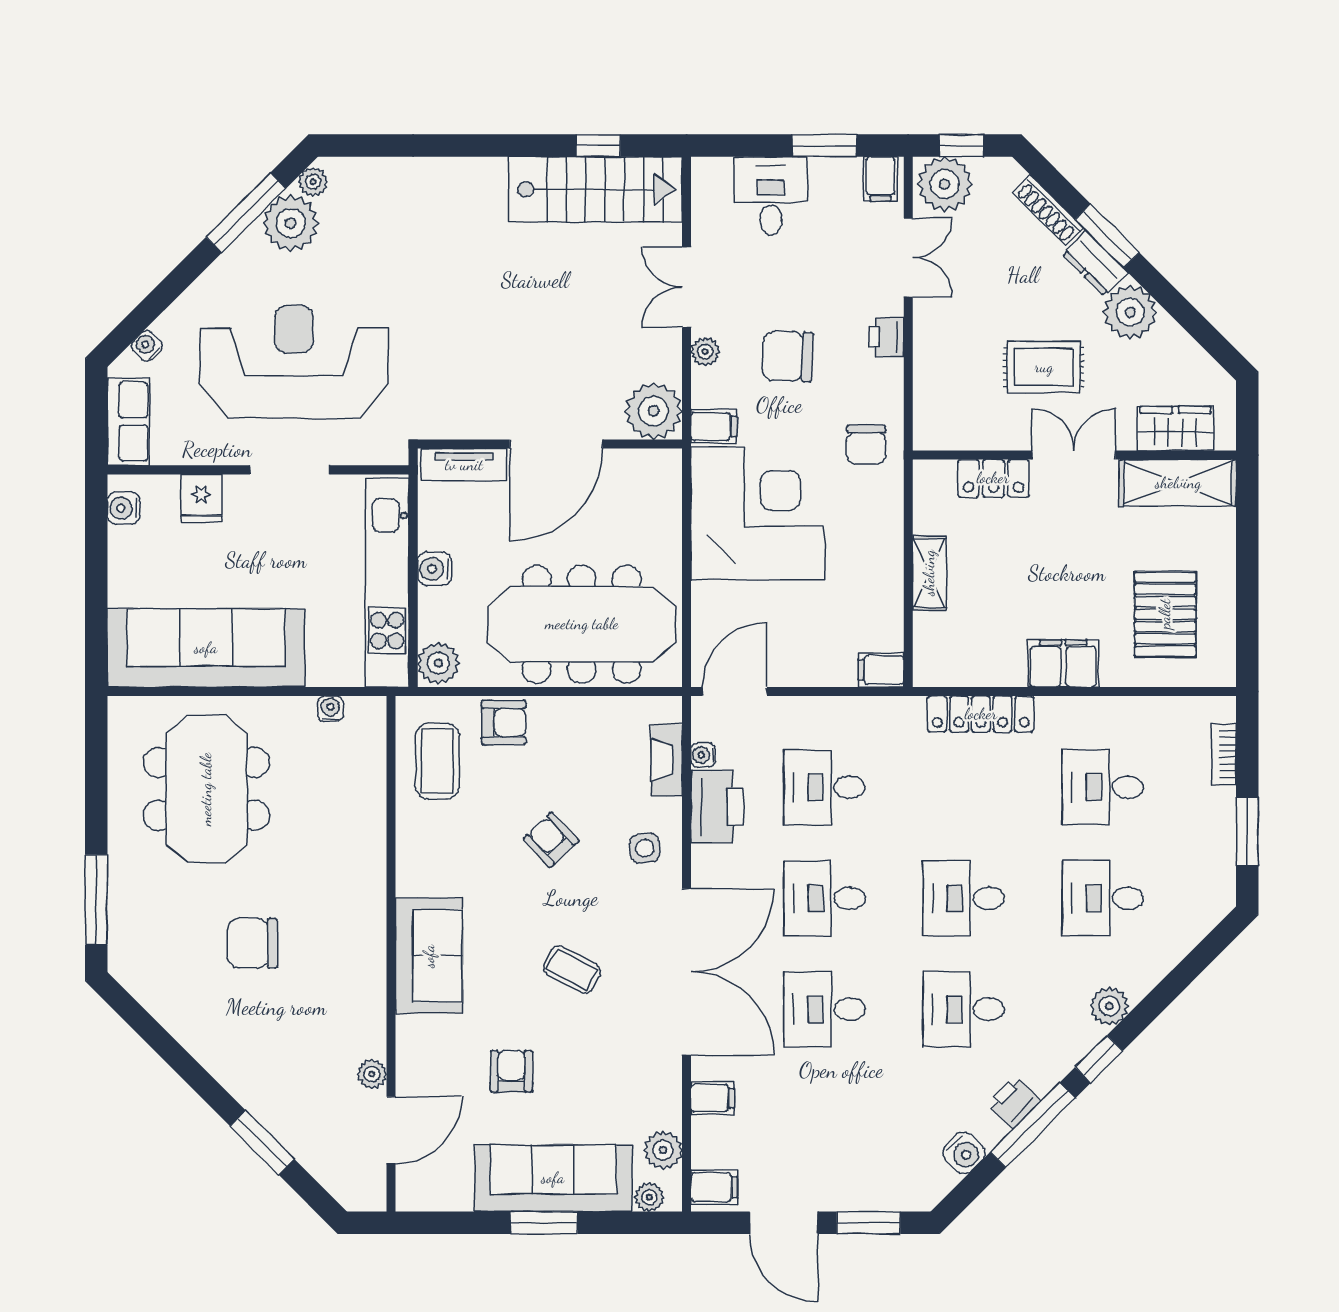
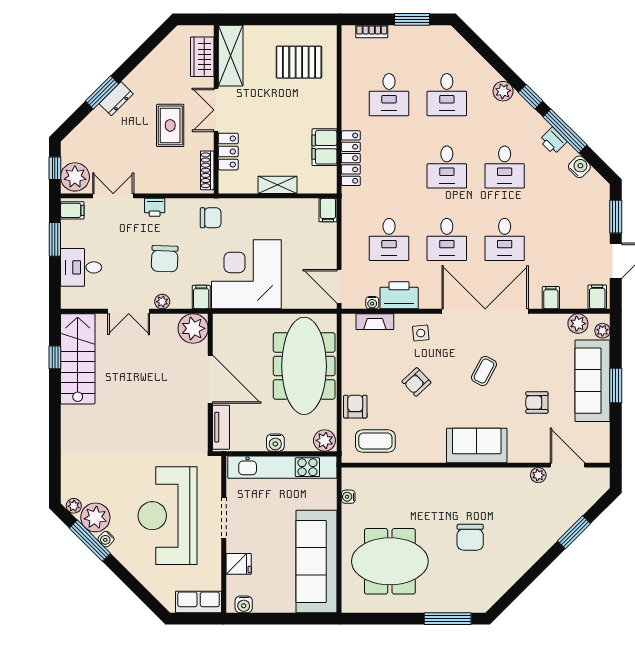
shoe rack: (1048, 210) -> (207, 170), moved, turned 135
plant: (1130, 312) -> (142, 80), removed
water cooler: (147, 346) -> (106, 539), moved
filing cabinet: (1063, 663) -> (325, 147), moved

